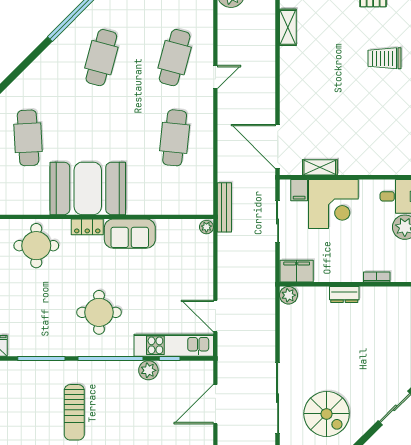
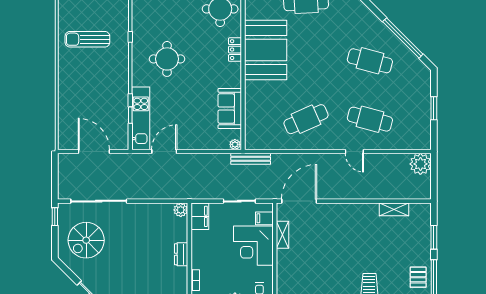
cafe table: (175, 138) -> (306, 119), turned -30
sofa: (130, 234) -> (230, 109), moved
plant: (148, 370) -> (121, 98), removed

